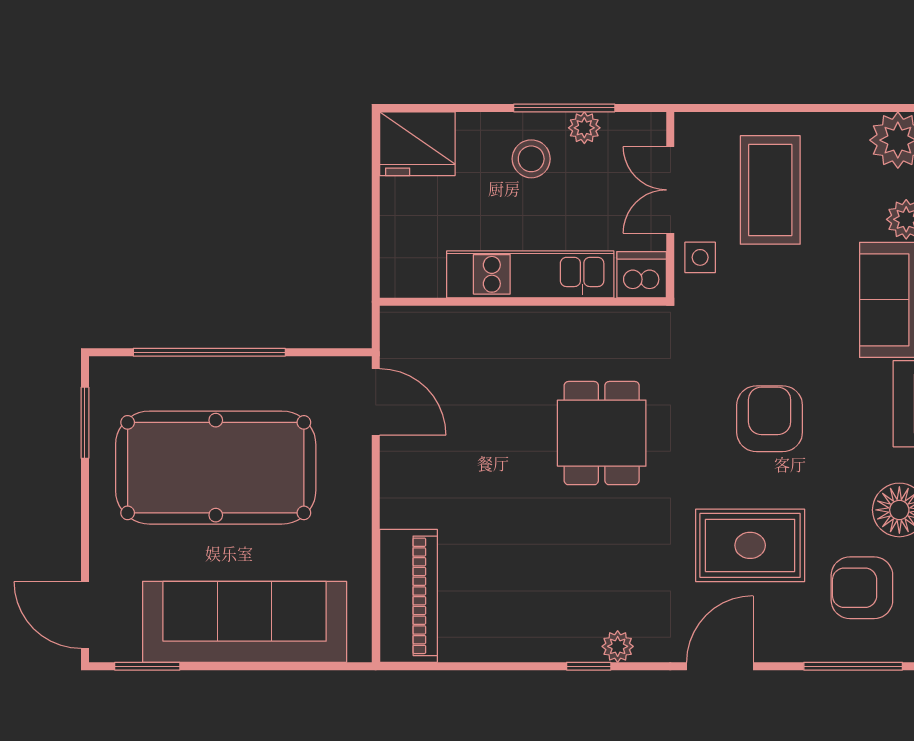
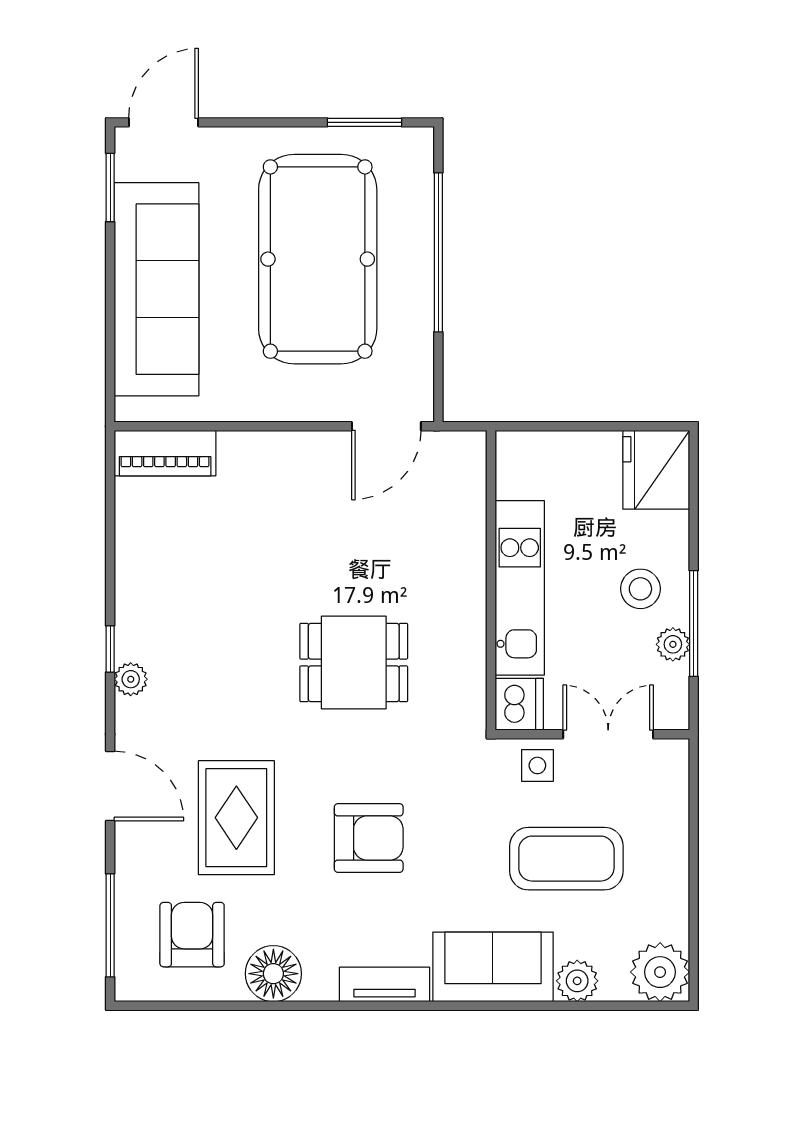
coffee table: (770, 190) -> (566, 859), moved
piano: (408, 596) -> (165, 453), width x0.73, depth x0.75

